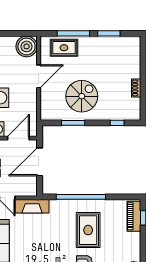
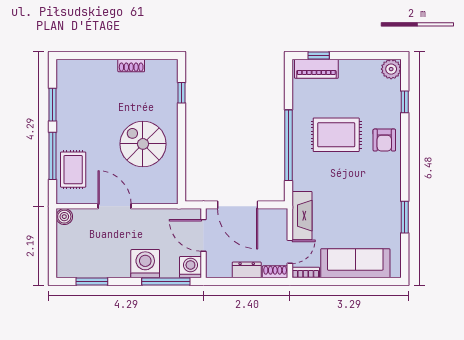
boiler: (27, 46) -> (64, 217), width x0.54, depth x0.54
window: (73, 123) -> (181, 156), removed

